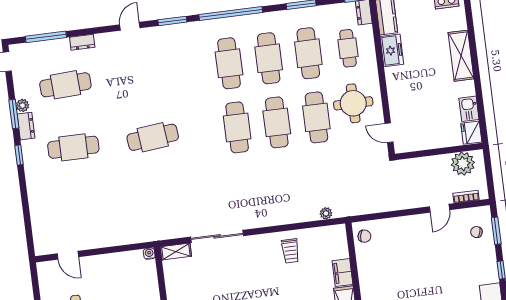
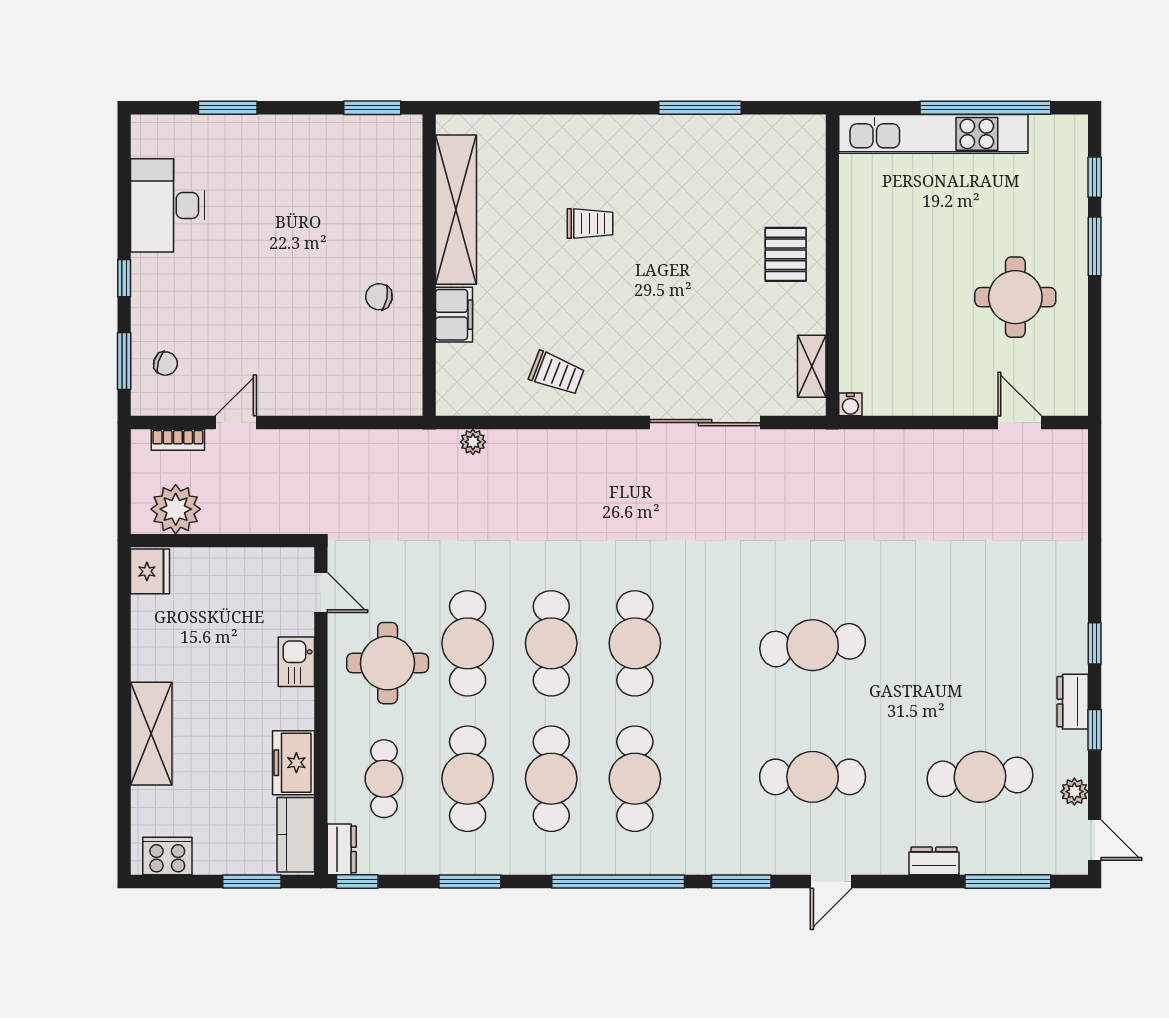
plant: (23, 105) -> (1074, 792), moved
kitchen sink: (469, 109) -> (296, 662), moved, turned 180
window: (14, 114) -> (1095, 730), width x0.67
cafe table: (73, 147) -> (813, 777), moved
chair: (364, 236) -> (379, 297), moved
trolley: (290, 251) -> (557, 373), turned 111
shelving: (176, 252) -> (812, 366), moved, turned 90

